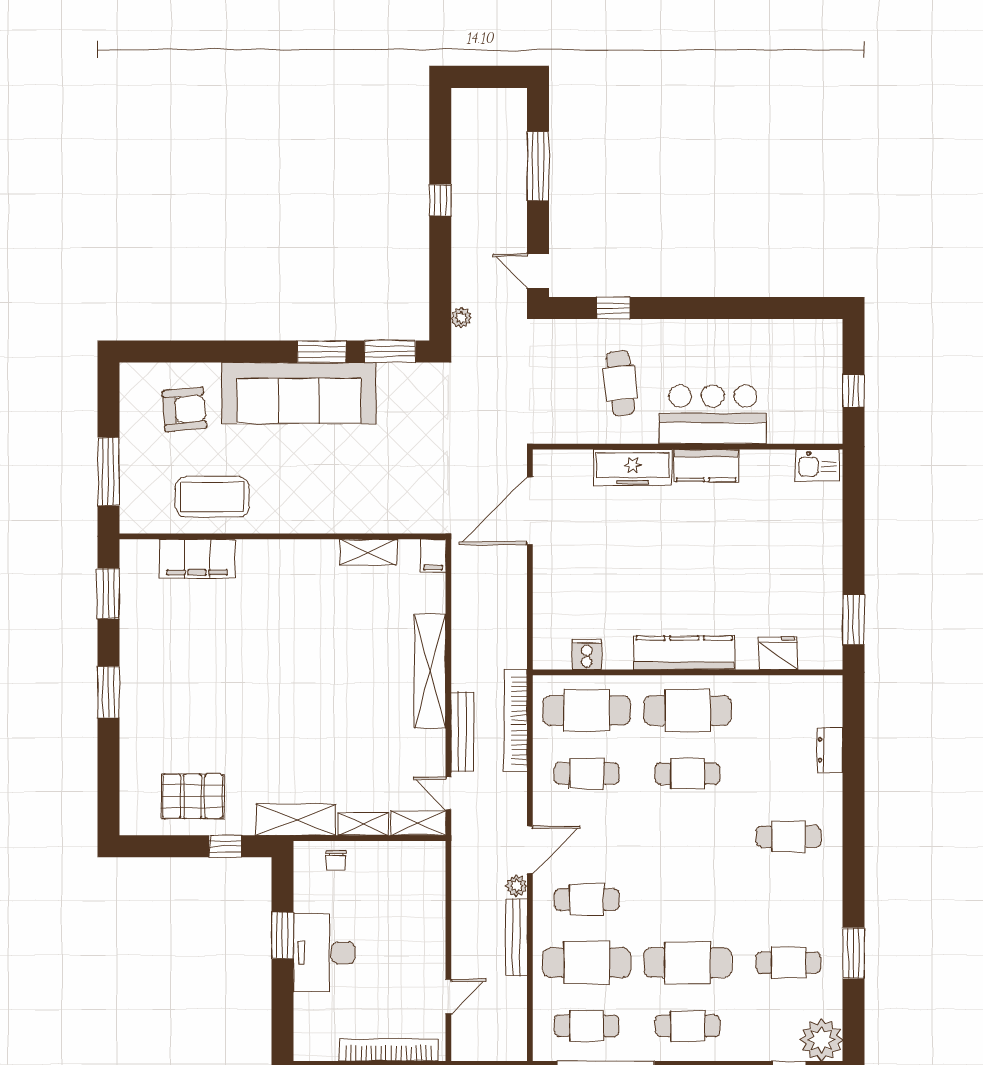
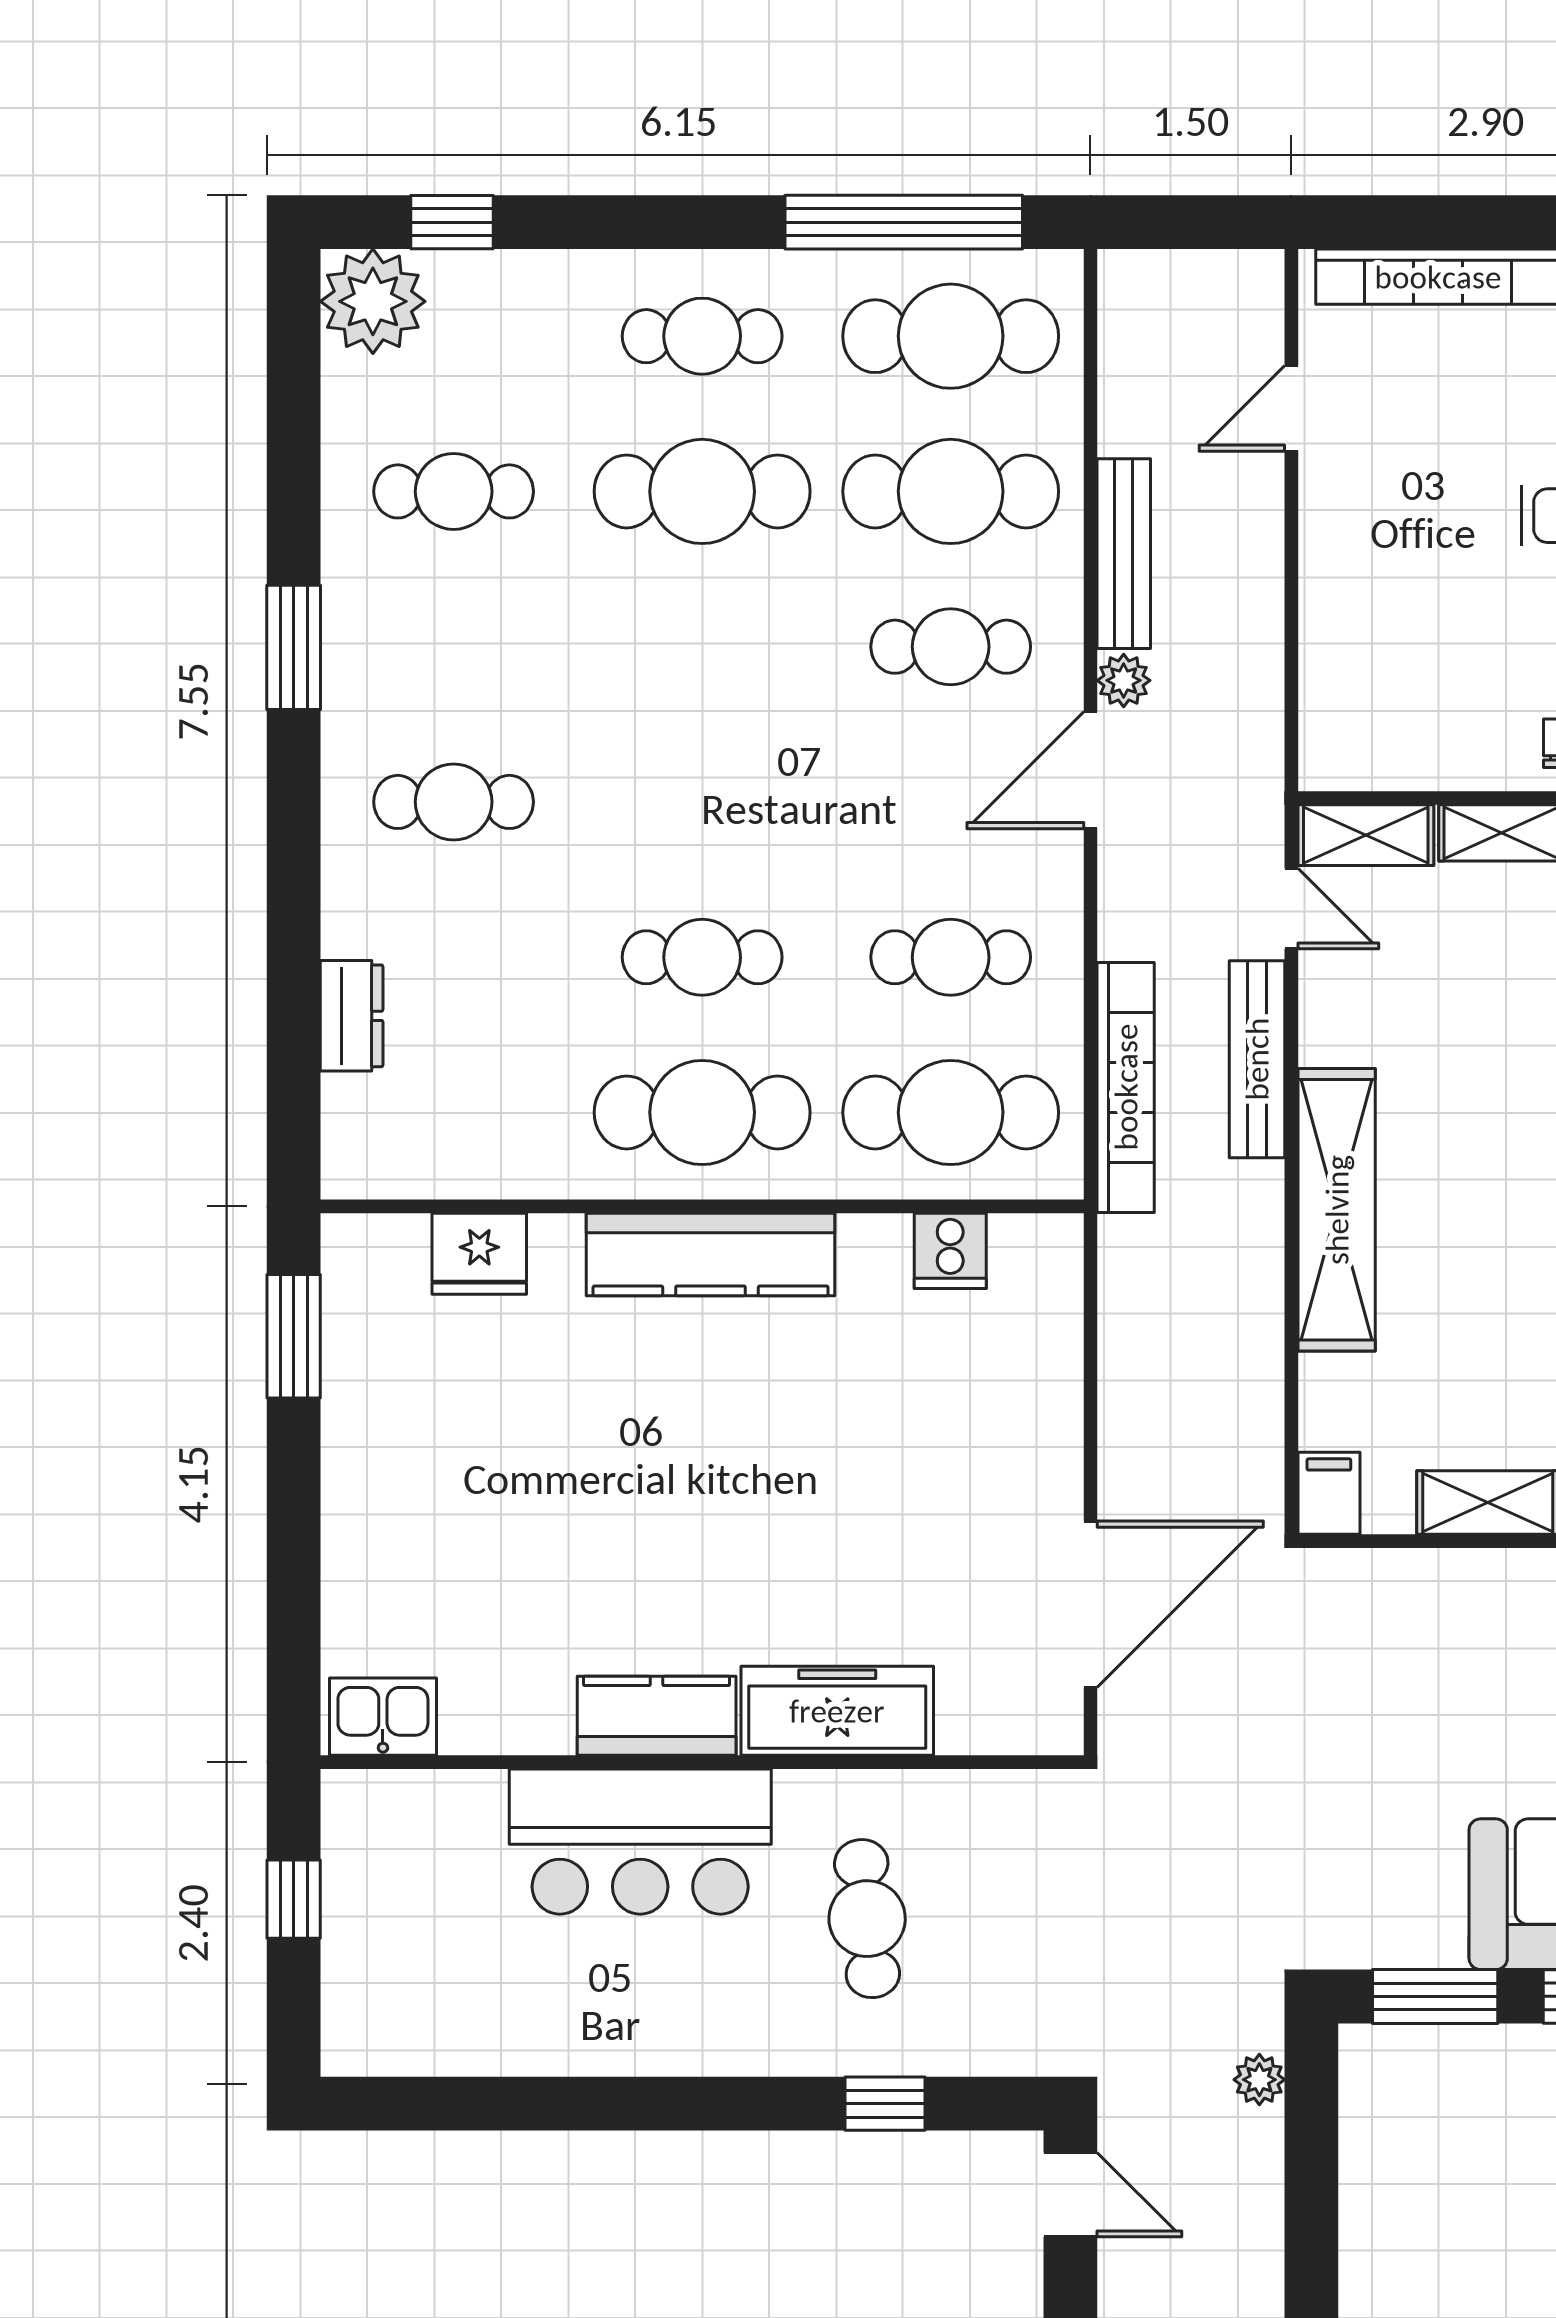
window: (853, 953) -> (294, 647), moved
cafe table: (587, 1026) -> (951, 336), width x1.37, depth x1.35

